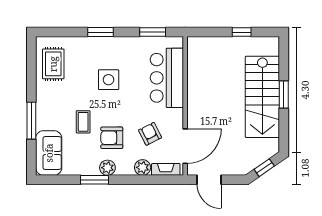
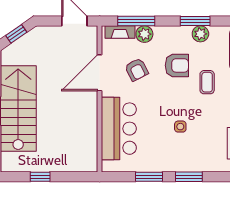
window: (153, 32) -> (149, 177), moved
side table: (109, 80) -> (180, 127), width x0.54, depth x0.54
door: (185, 146) -> (100, 73), moved
plant: (107, 168) -> (200, 34), moved
window: (150, 180) -> (136, 21), added

